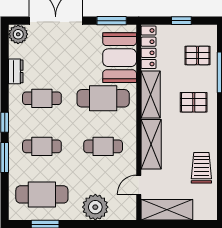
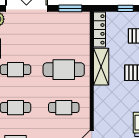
booth: (120, 58) -> (77, 38), removed
shelving: (151, 144) -> (102, 106), removed

